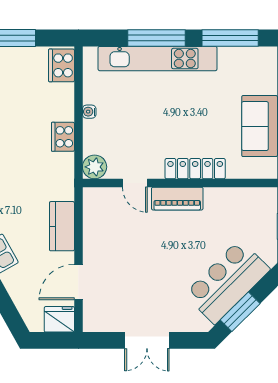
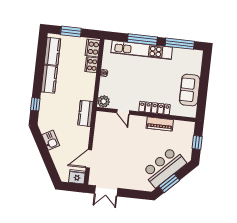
cooker: (63, 137) -> (91, 65), moved
piano: (177, 199) -> (160, 124), moved
kitchen counter: (62, 226) -> (85, 113), moved
double door: (147, 340) -> (106, 191), moved

